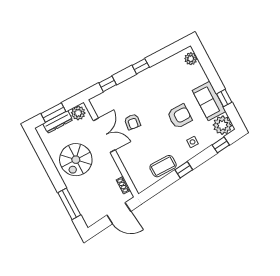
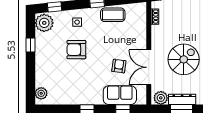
sofa: (209, 101) -> (120, 95), moved, turned -90

